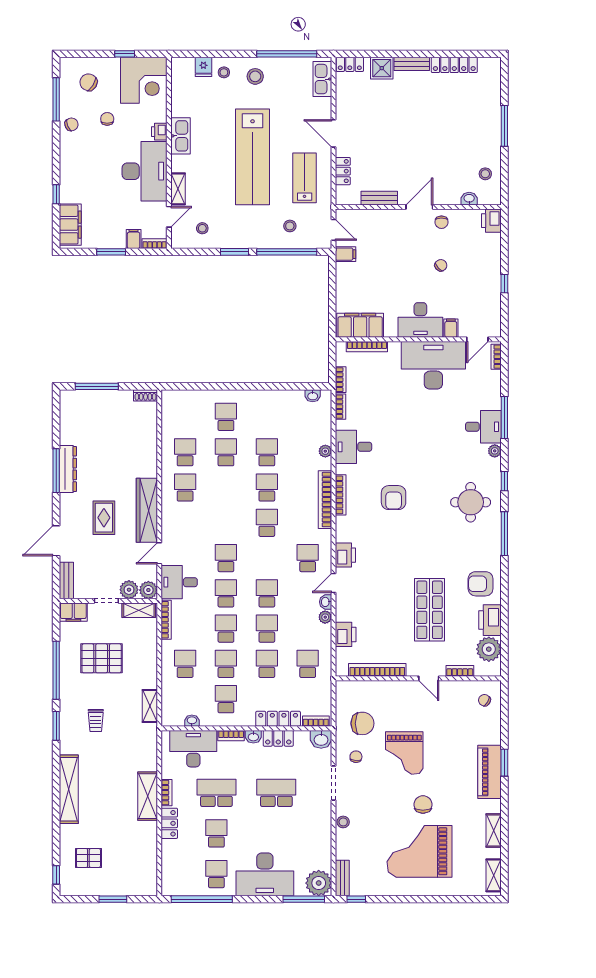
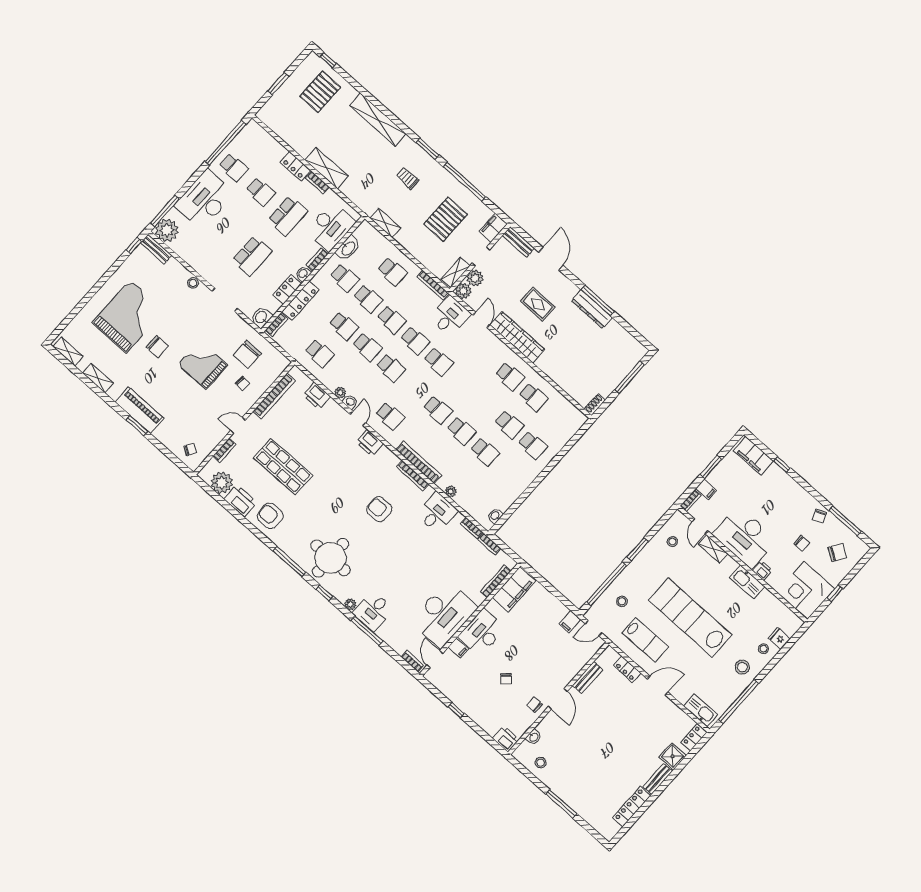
round table: (471, 502) -> (330, 558), width x1.36, depth x1.36
armchair: (481, 584) -> (270, 516), turned -90
washbasin: (192, 721) -> (348, 248), width x1.91, depth x1.45
chair: (356, 757) -> (242, 383), moved
pallet: (88, 858) -> (320, 92), width x1.50, depth x1.42

